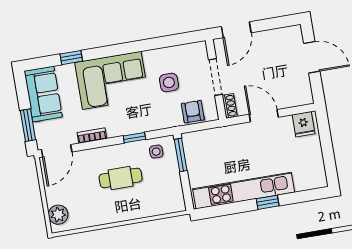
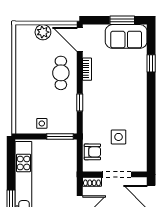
corner sofa: (112, 80) -> (128, 92), removed
window: (28, 125) -> (122, 20), moved
side table: (156, 152) -> (42, 123), moved
cafe table: (121, 178) -> (61, 73), moved
plant: (58, 215) -> (43, 32), moved

